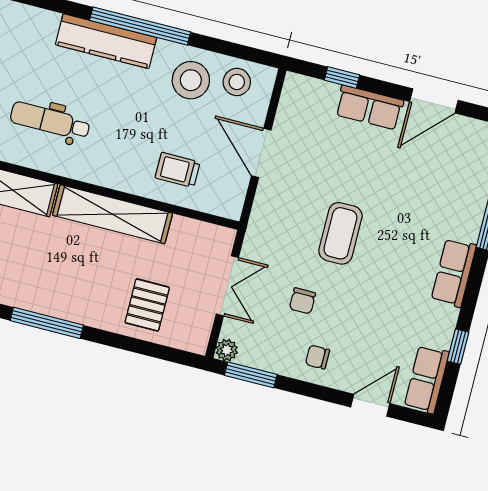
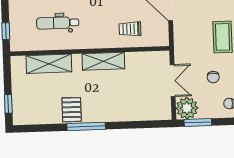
shelving: (112, 214) -> (103, 61), width x0.68
pallet: (147, 305) -> (72, 110), moved
plant: (227, 350) -> (187, 108), width x1.88, depth x1.88

